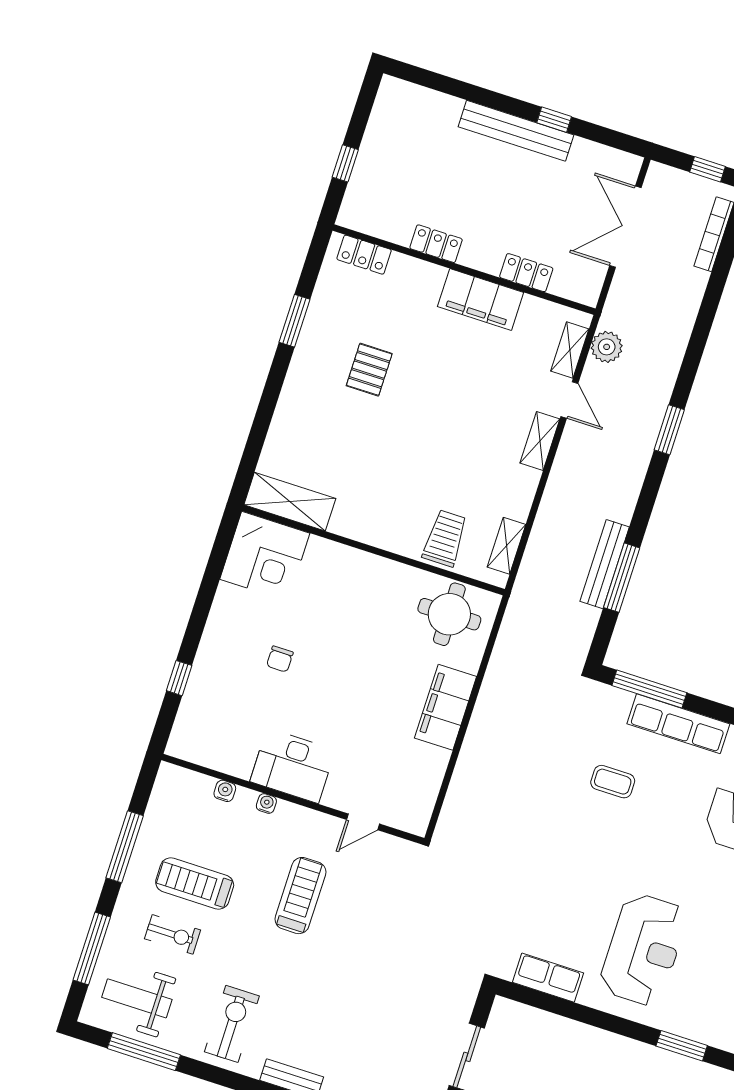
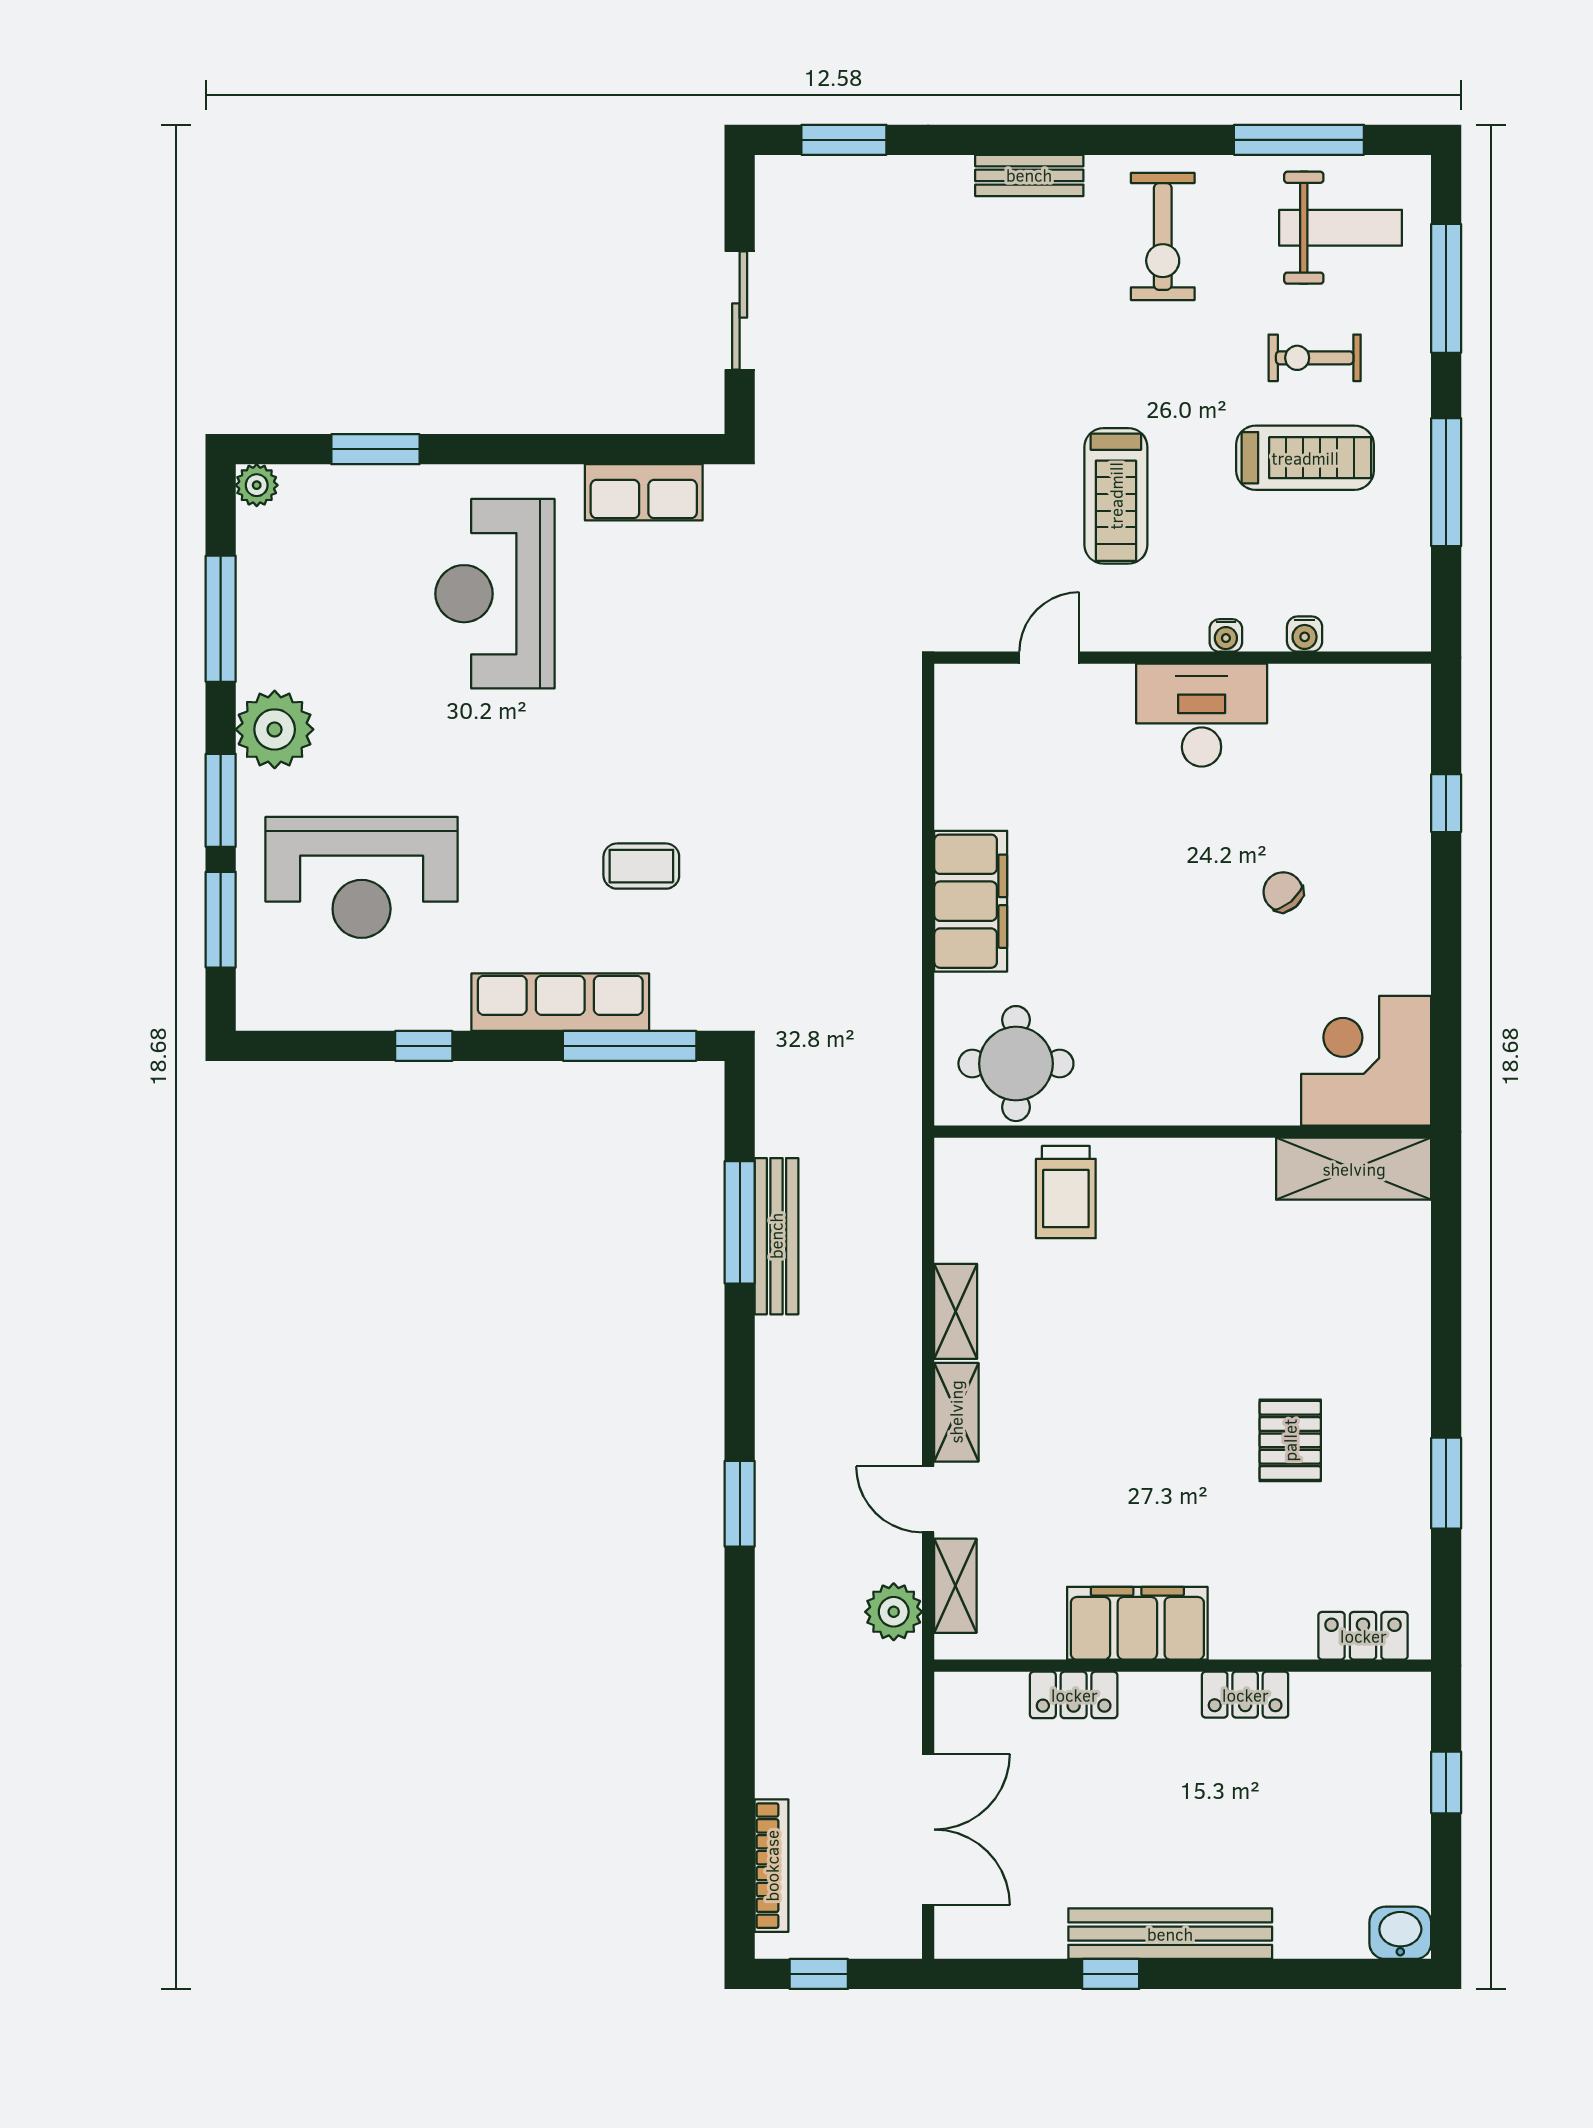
washbasin: (395, 92) -> (1400, 1933), added
shelving: (506, 546) -> (956, 1311), moved
chair: (280, 659) -> (1283, 892), turned -40

